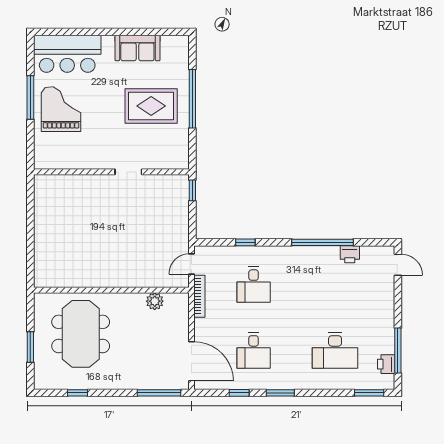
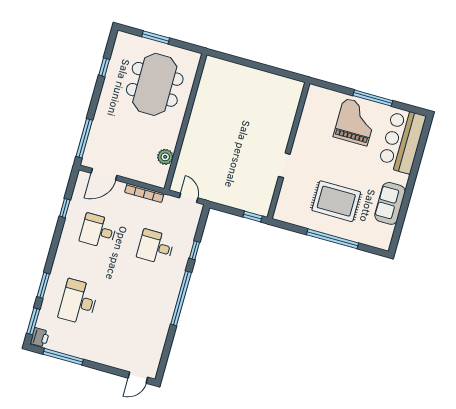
rug: (151, 106) -> (336, 201), turned 90
grand piano: (61, 109) -> (355, 122), turned -90
window: (323, 242) -> (181, 298), moved
printer: (350, 254) -> (159, 338), removed
bookcase: (199, 296) -> (144, 193), moved
meeting table: (81, 334) -> (155, 84), turned 90
door: (191, 361) -> (104, 174), width x0.73
printer: (386, 364) -> (40, 337), moved, turned 90
window: (280, 393) -> (43, 285), moved

